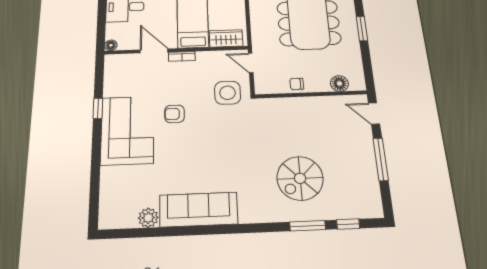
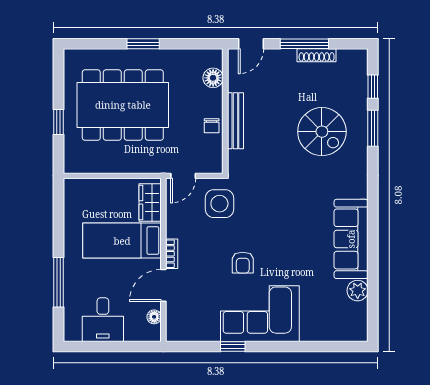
floor lamp: (111, 45) -> (154, 317), moved
bench: (303, 103) -> (235, 121), added
shoe rack: (371, 171) -> (317, 55), added

